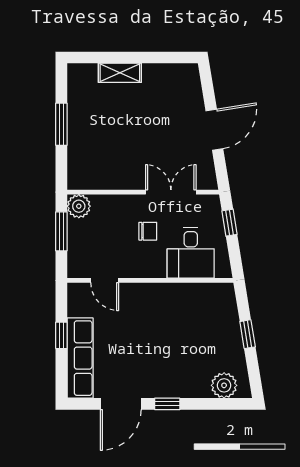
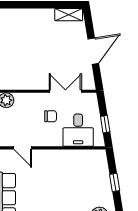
shelving: (120, 73) -> (69, 15), moved
window: (229, 223) -> (105, 124), moved

